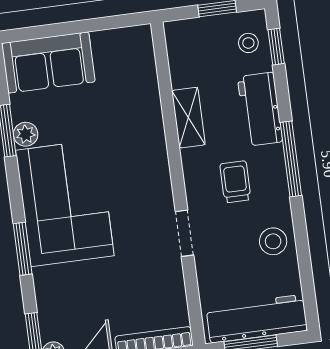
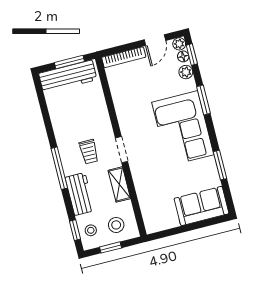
plant: (26, 134) -> (186, 72), moved
doorway: (184, 233) -> (122, 150), moved
stool: (273, 241) -> (116, 225), moved
floor lamp: (49, 330) -> (183, 56), added

